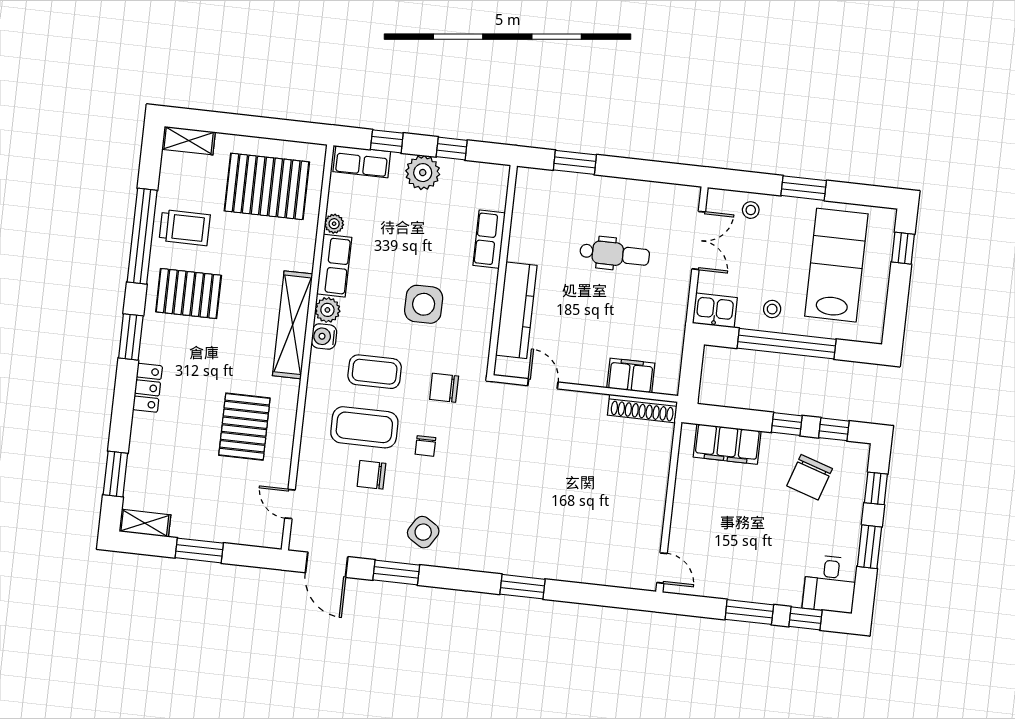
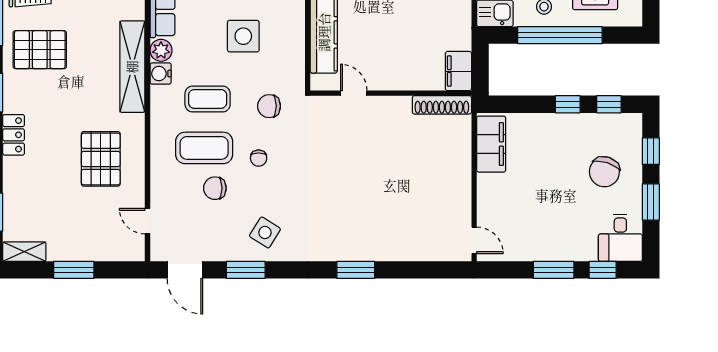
filing cabinet: (631, 376) -> (458, 71), moved, turned -90
filing cabinet: (727, 444) -> (491, 144), moved, turned -90
chair: (810, 477) -> (604, 172), moved

